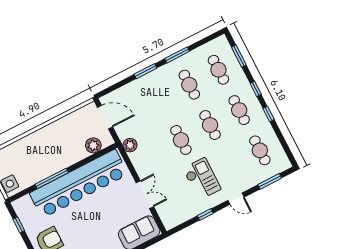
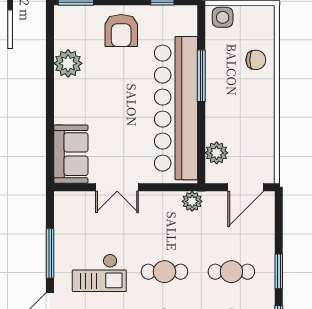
cafe table: (160, 100) -> (231, 272), added
chair: (25, 151) -> (256, 60), added
window: (205, 215) -> (50, 253), width x2.17

